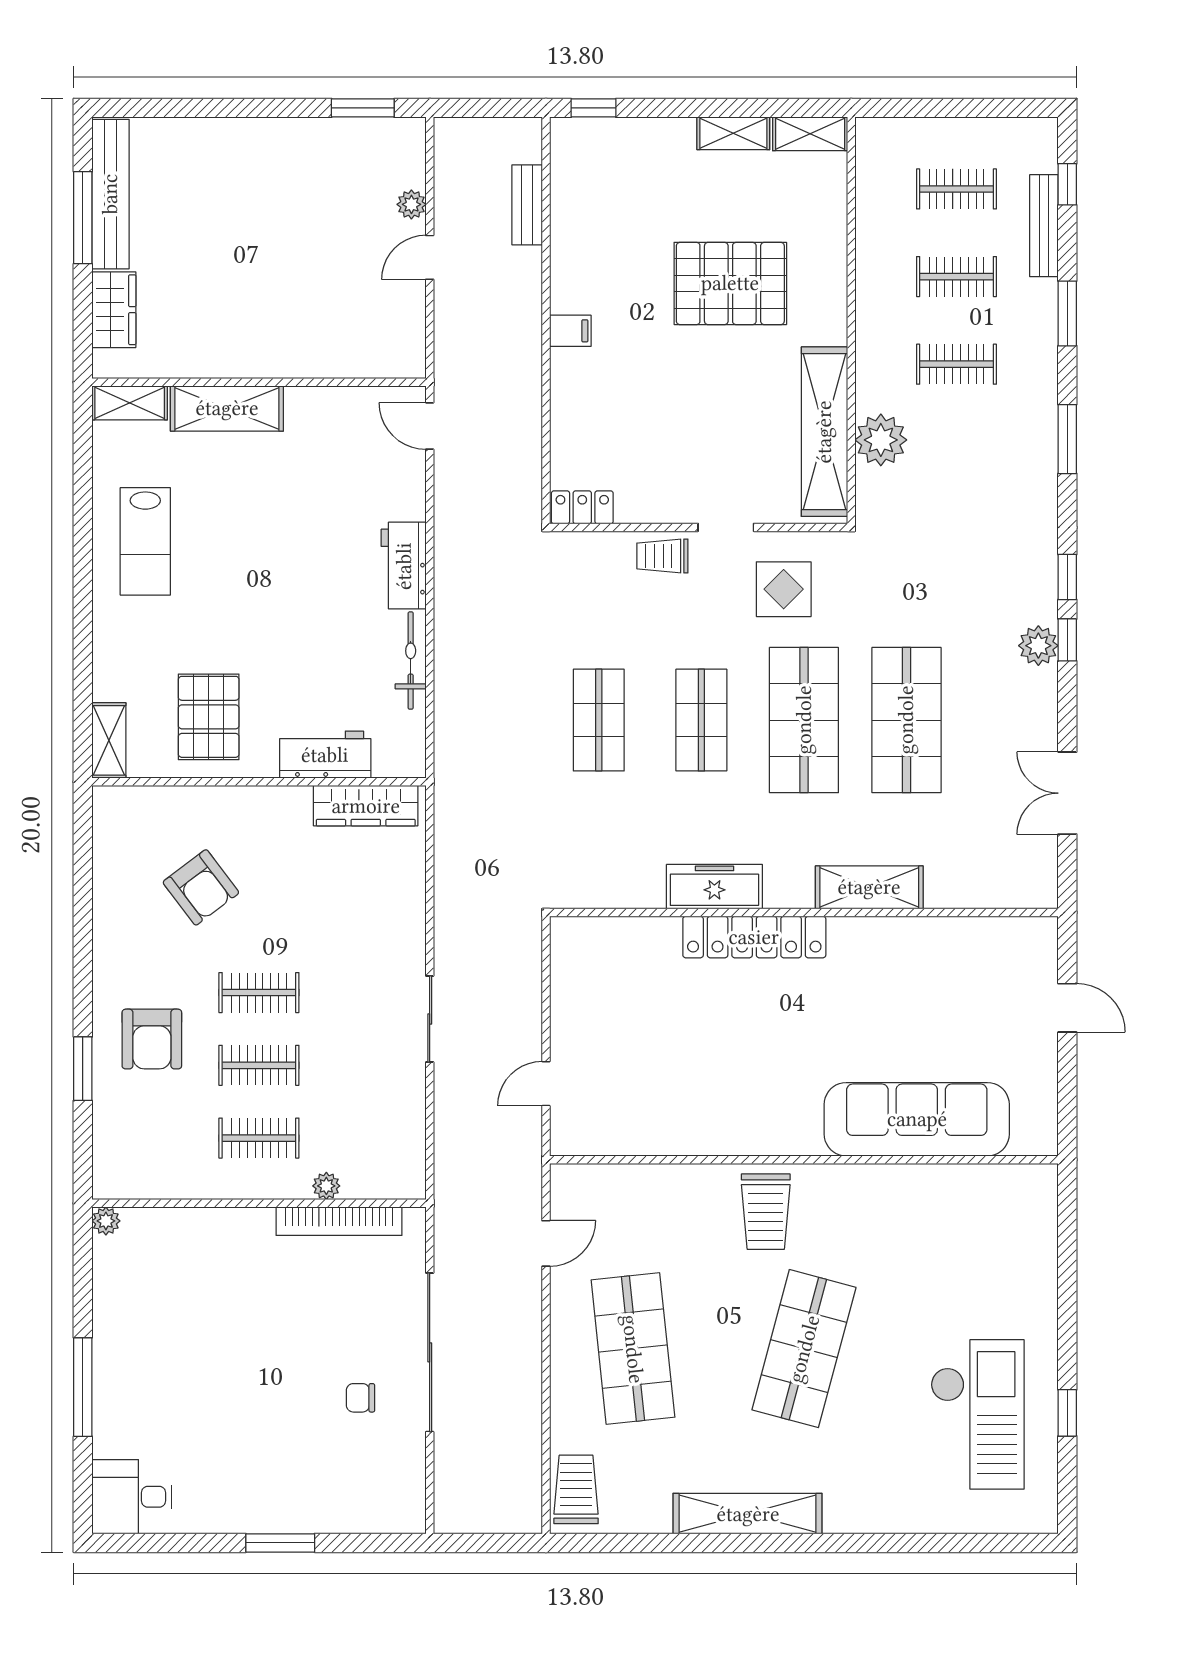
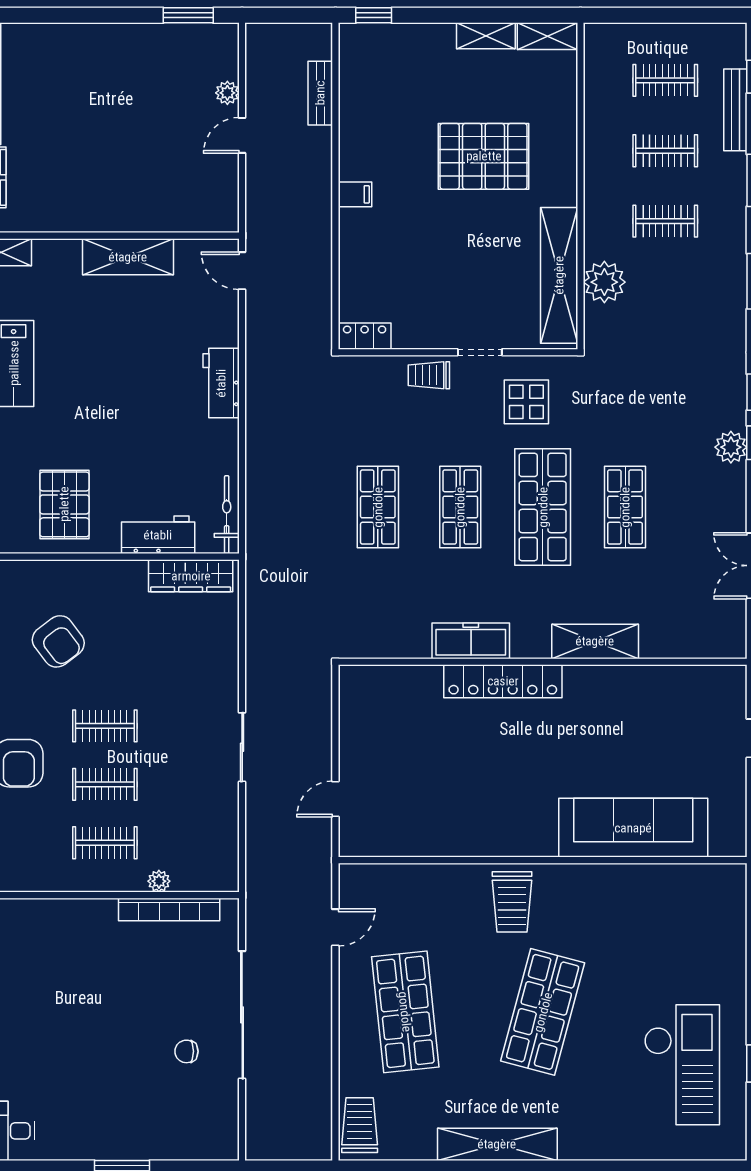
shelving: (227, 408) -> (128, 257), moved
bicycle: (411, 661) -> (227, 515), moved
shop shelf: (906, 720) -> (625, 507), width x0.70, depth x0.74

